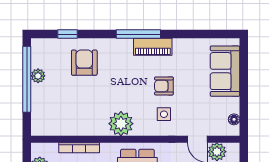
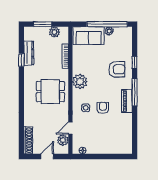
window: (67, 34) -> (135, 63), moved
armchair: (84, 63) -> (117, 69), moved
sofa: (225, 71) -> (89, 36), moved, turned 180

